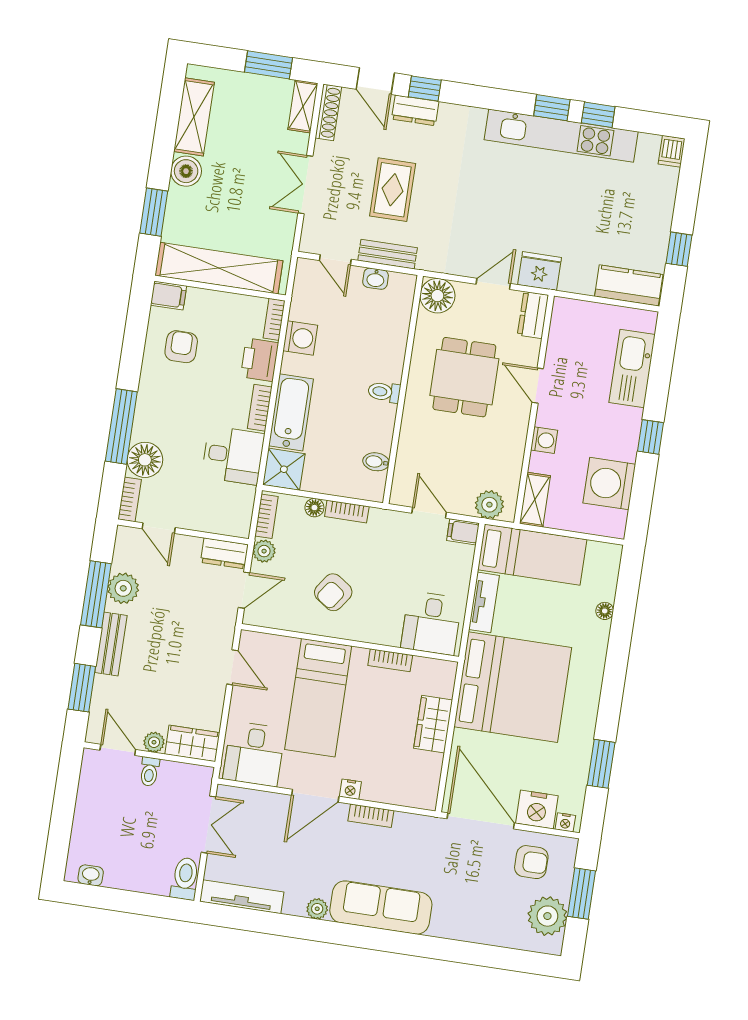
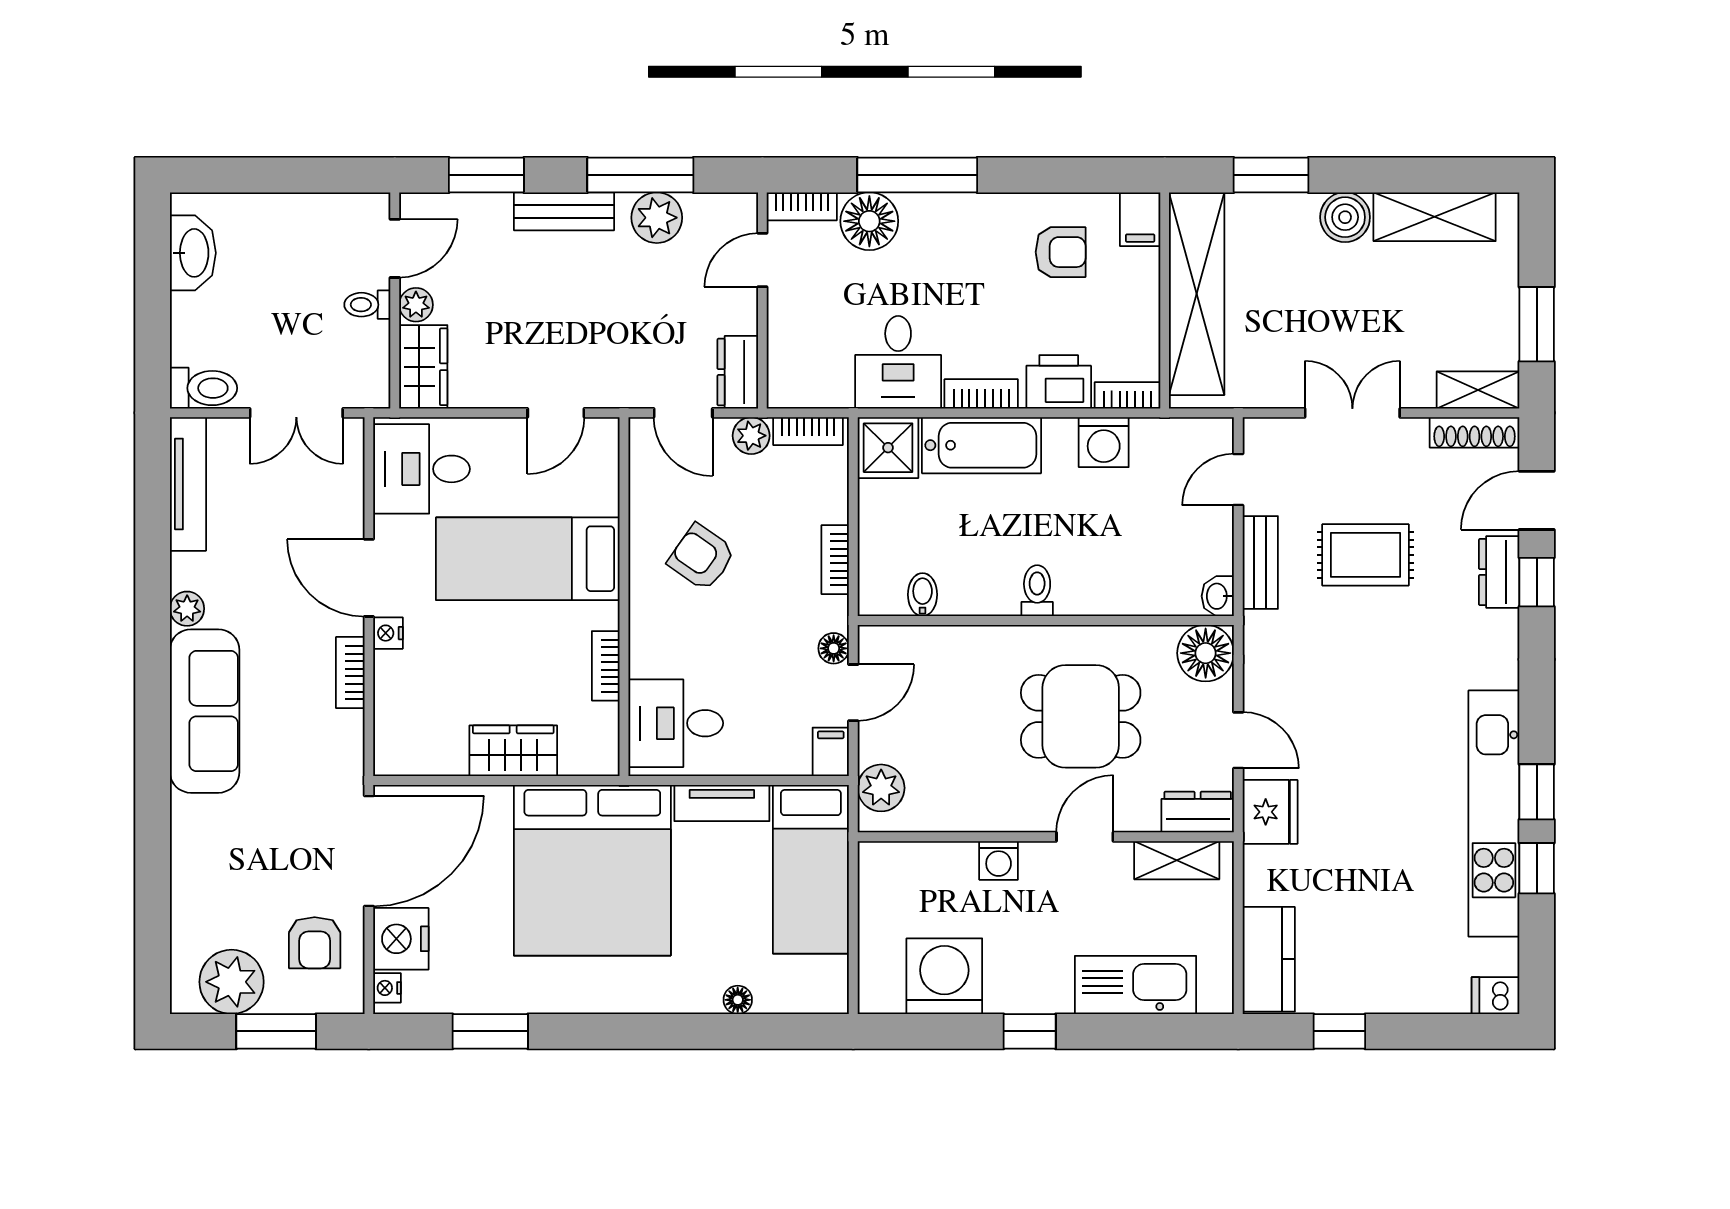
washbasin: (376, 279) -> (1218, 596), moved
shelving: (535, 500) -> (1177, 860), moved
floor lamp: (314, 508) -> (834, 648), moved
washbasin: (91, 875) -> (193, 253), width x1.91, depth x1.45

